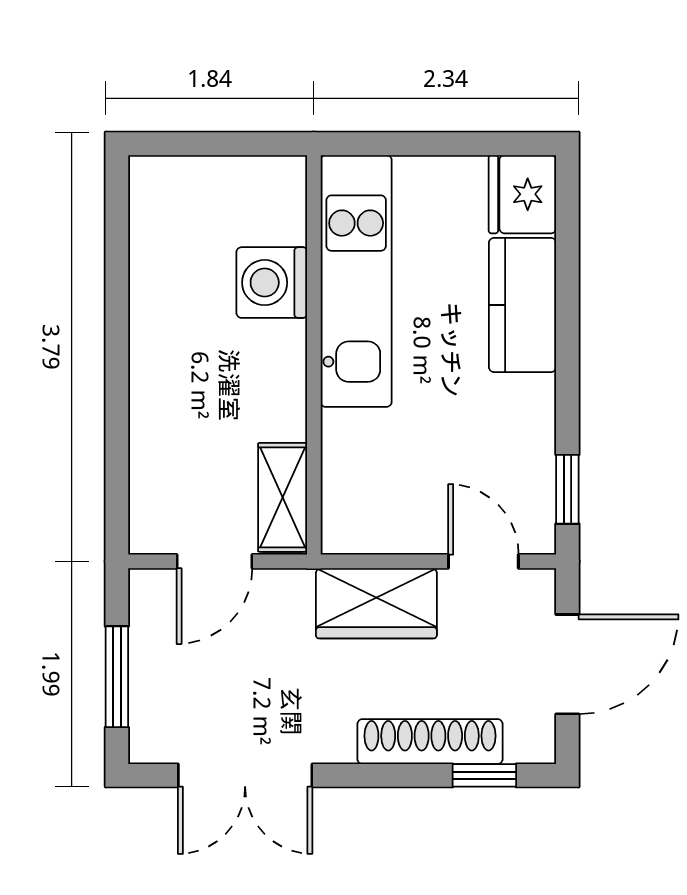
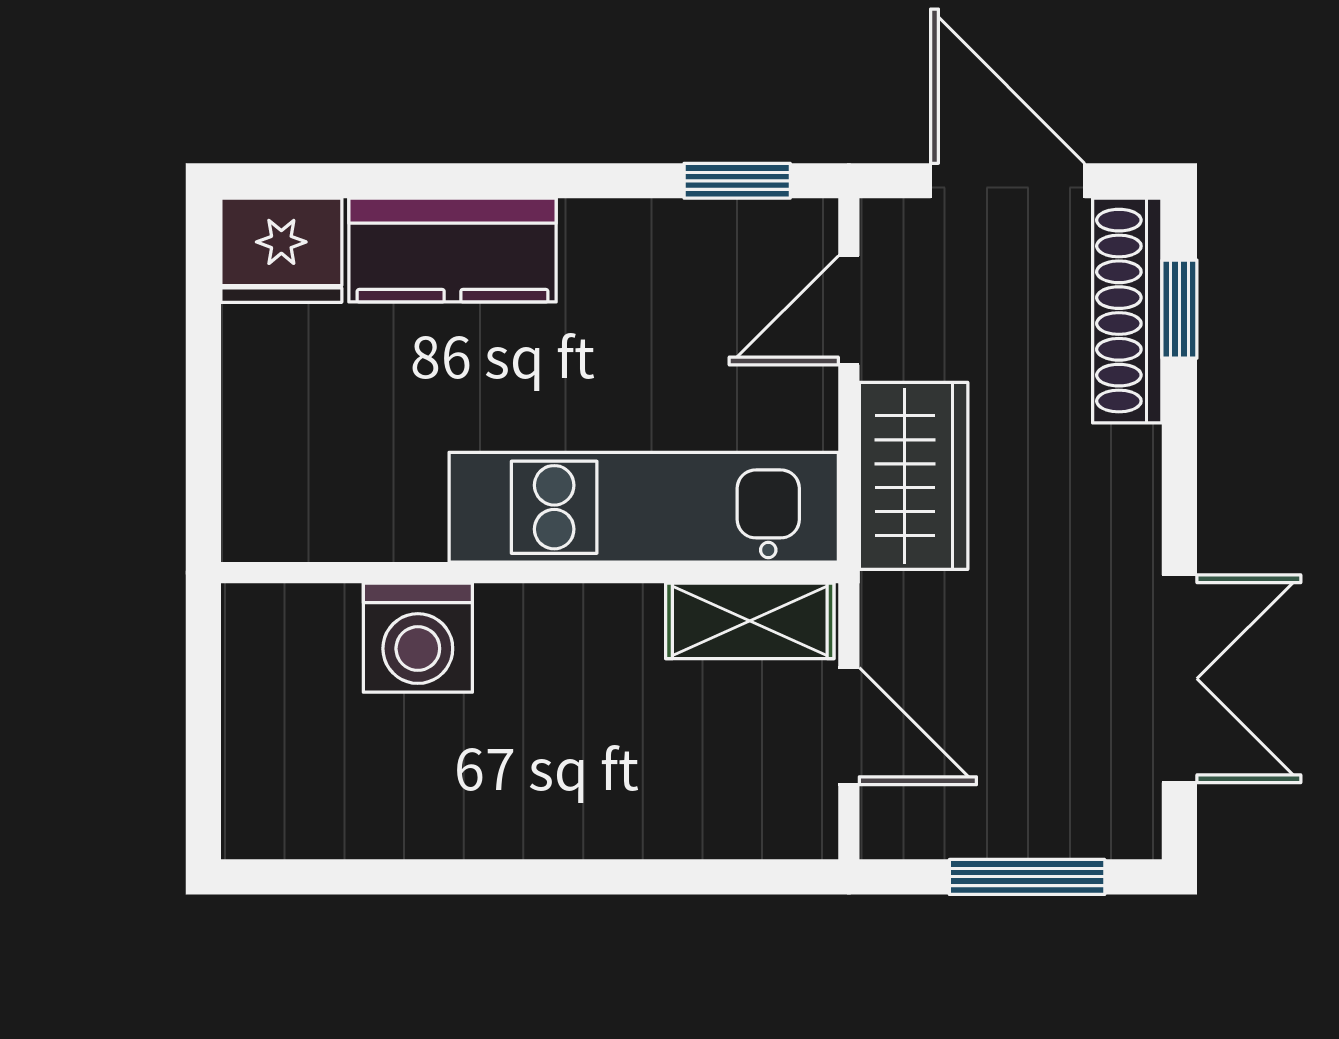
kitchen unit: (356, 281) -> (644, 507), moved
shoe rack: (430, 742) -> (1127, 311), moved

